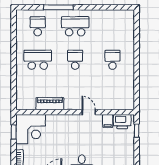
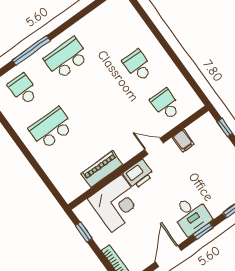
school desk: (75, 60) -> (166, 104), moved
printer: (122, 122) -> (138, 174), moved
corner desk: (31, 129) -> (116, 203), moved

